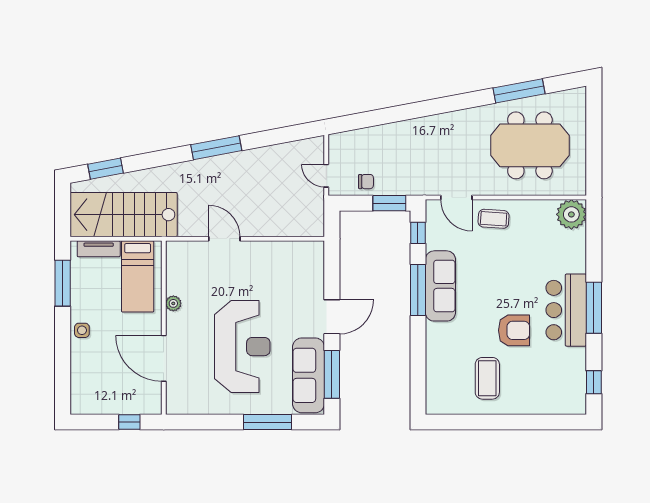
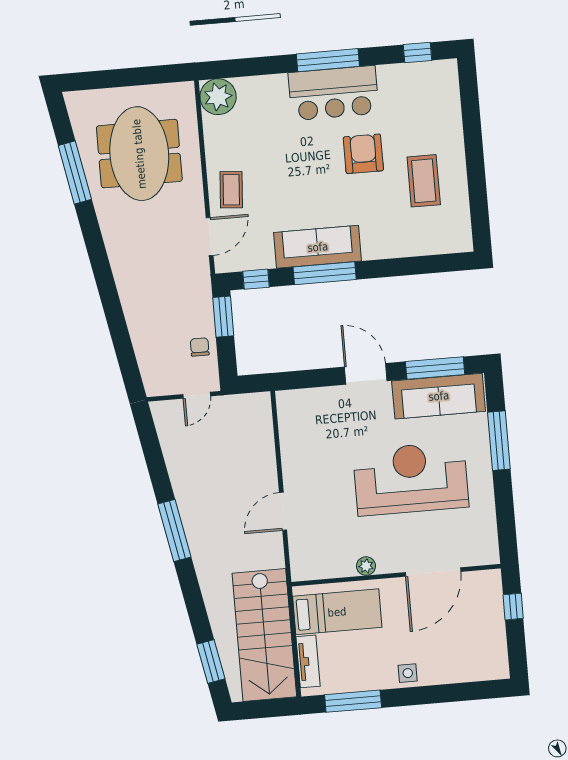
coffee table: (487, 378) -> (424, 181), turned 90

